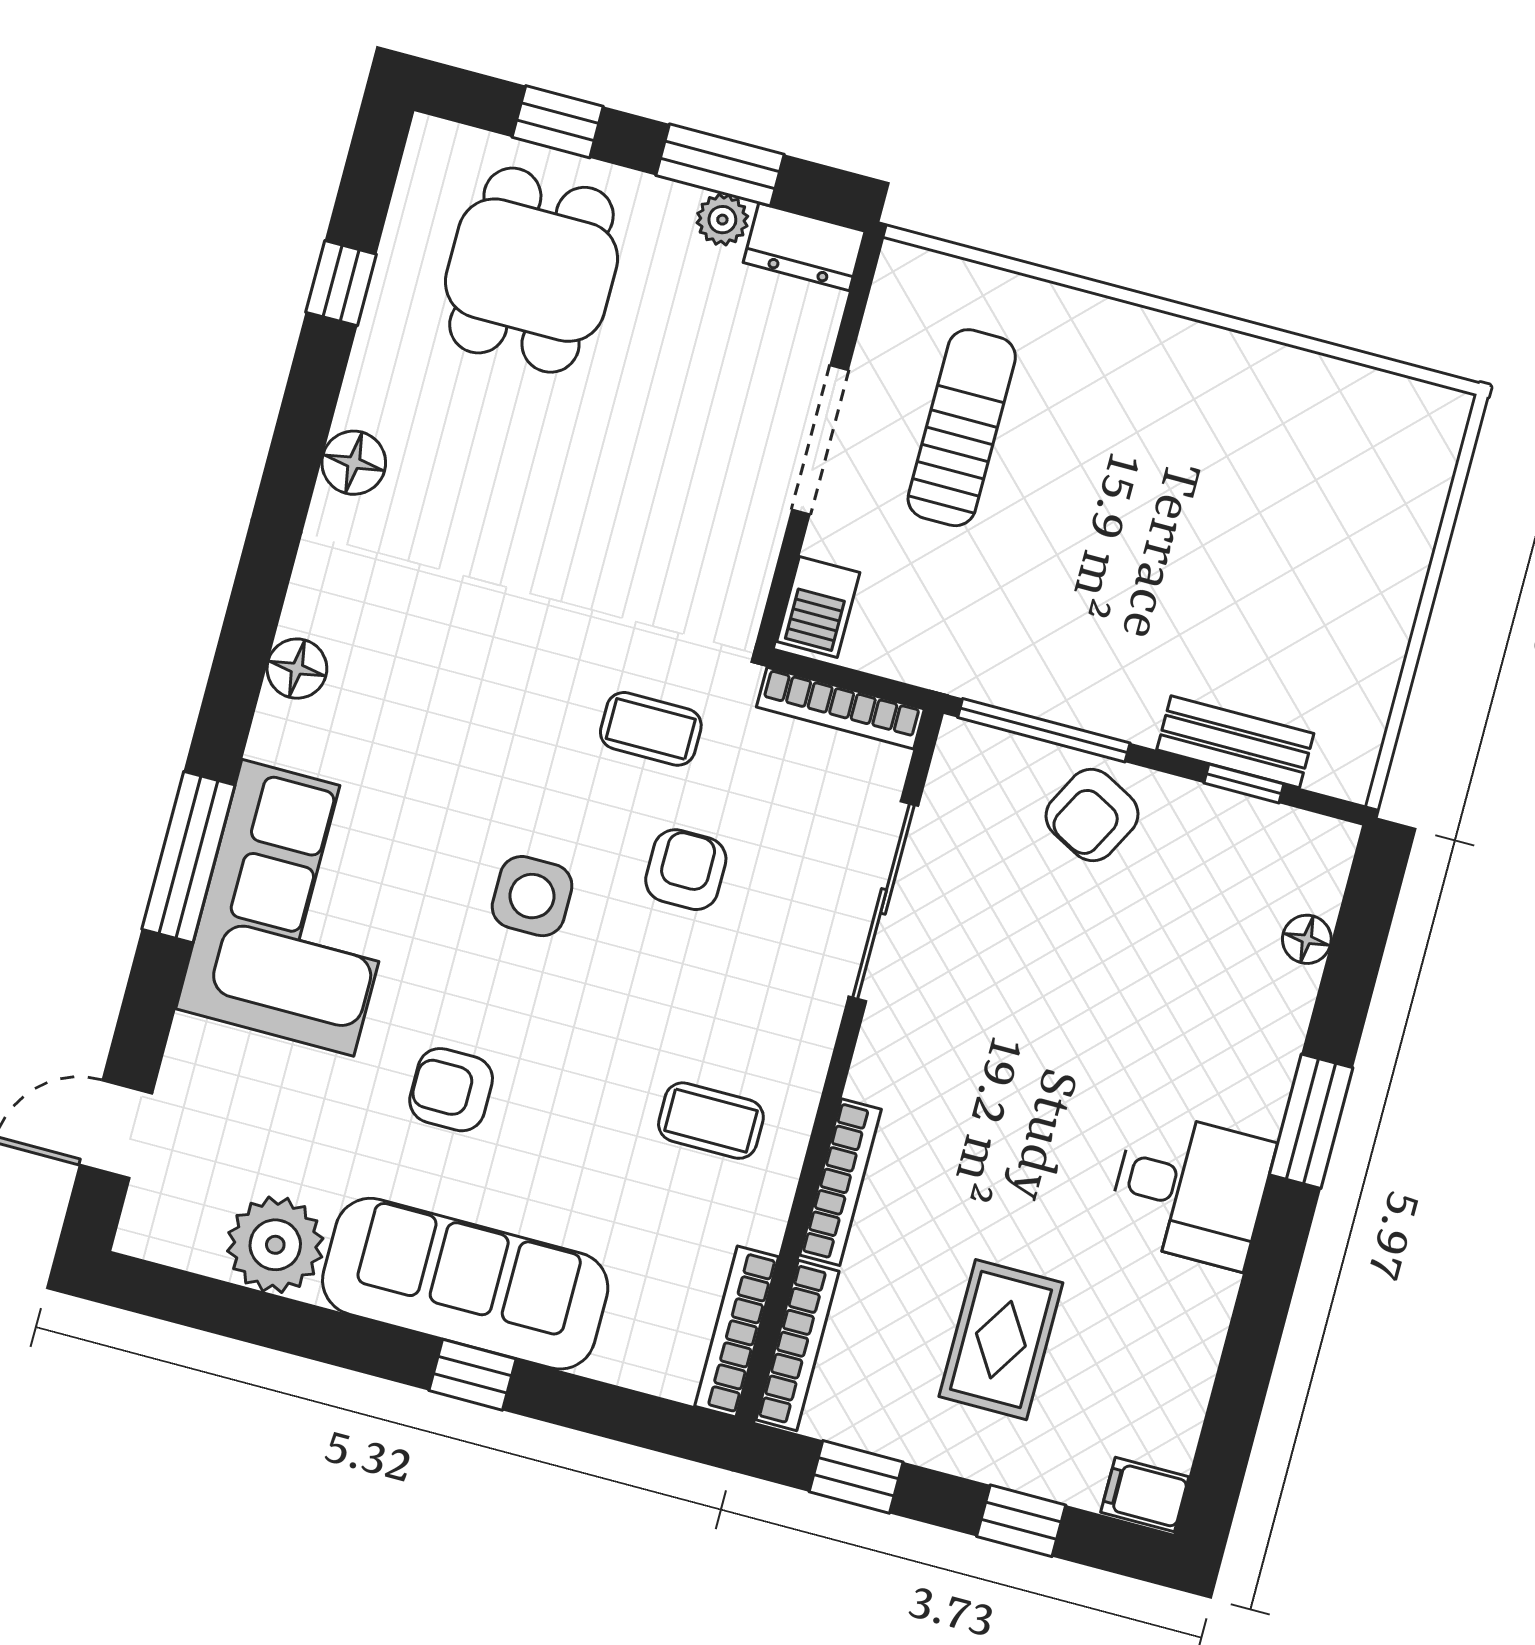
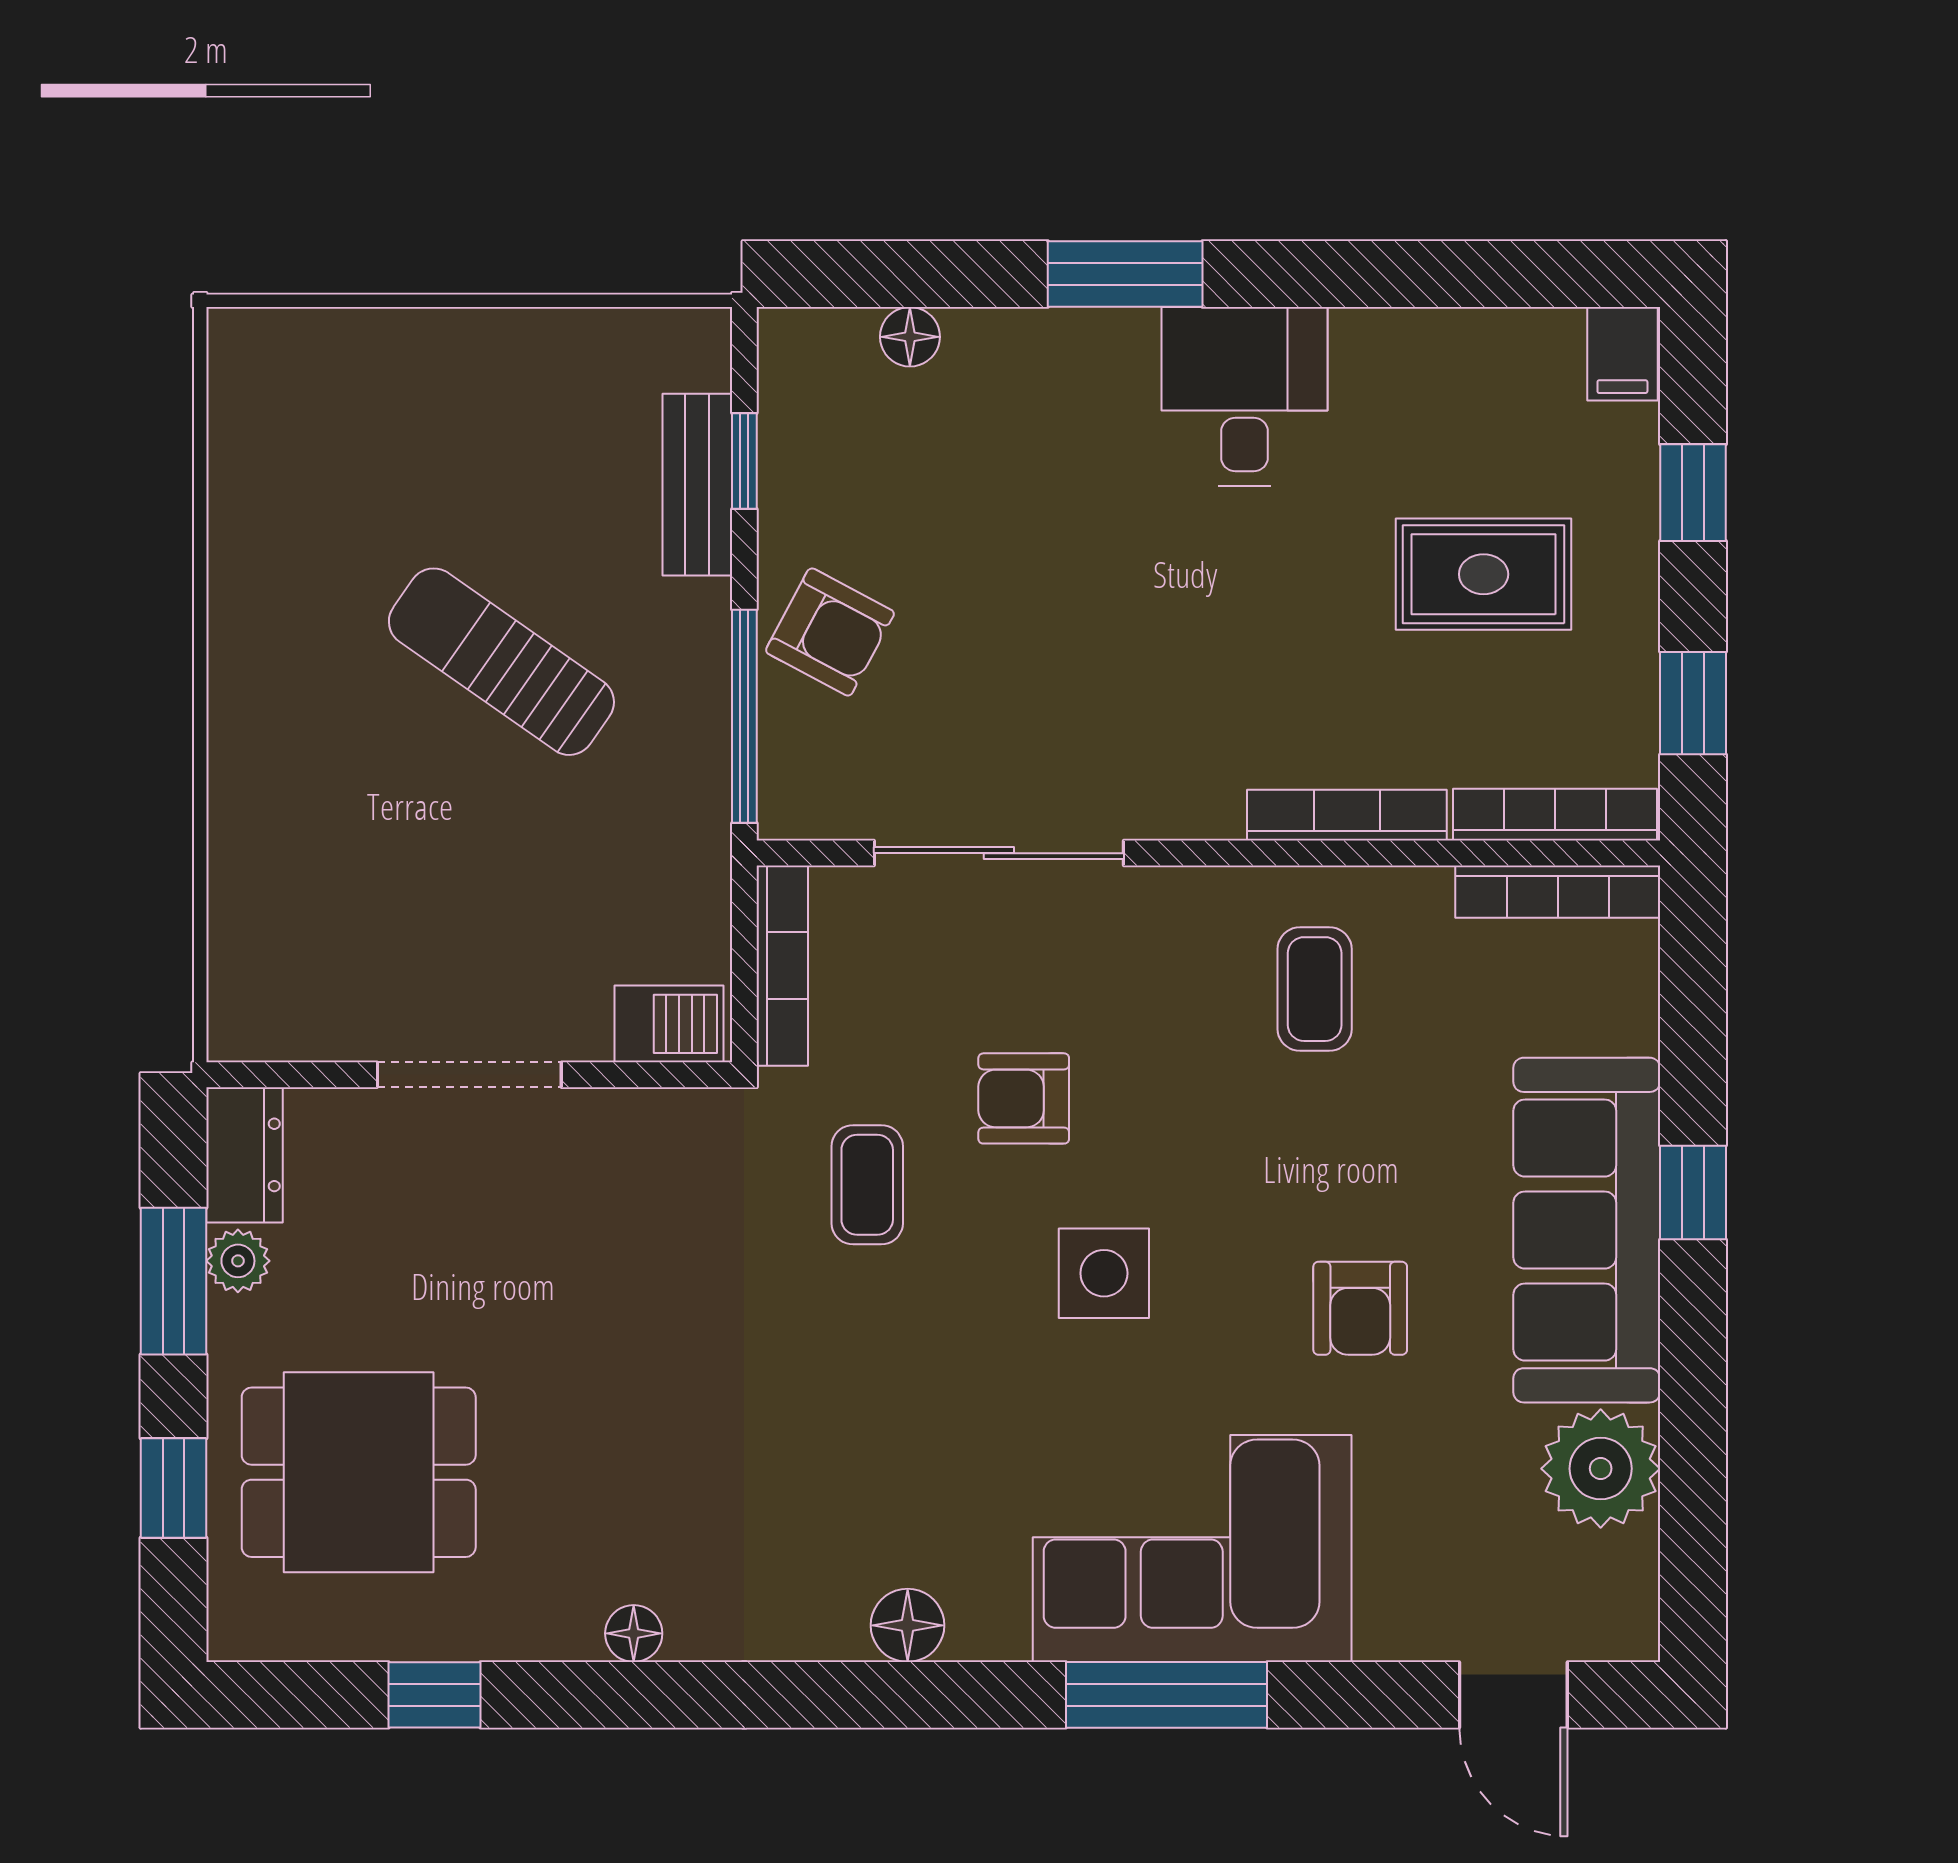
sun lounger: (962, 428) -> (501, 662), moved, turned 35
floor lamp: (354, 463) -> (634, 1633), width x0.73, depth x0.73

